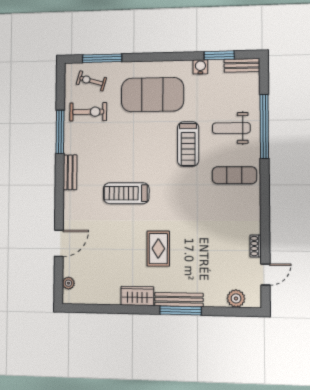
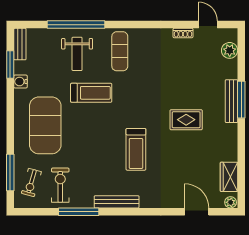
bench: (70, 172) -> (117, 202), width x1.36
door: (59, 243) -> (197, 212), moved
plant: (68, 283) -> (231, 202), moved
wardrobe: (137, 296) -> (229, 177), moved

